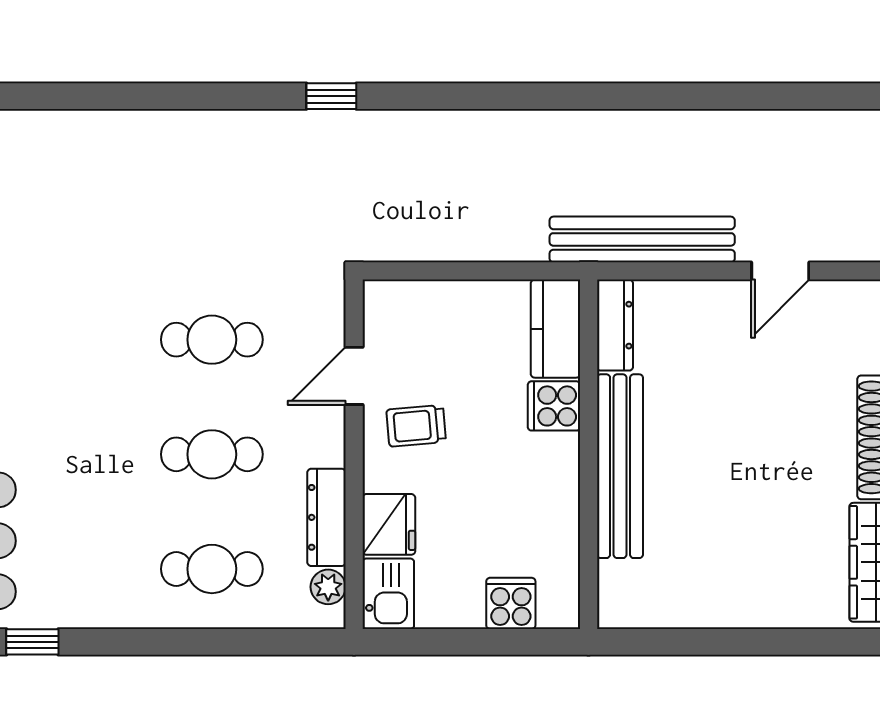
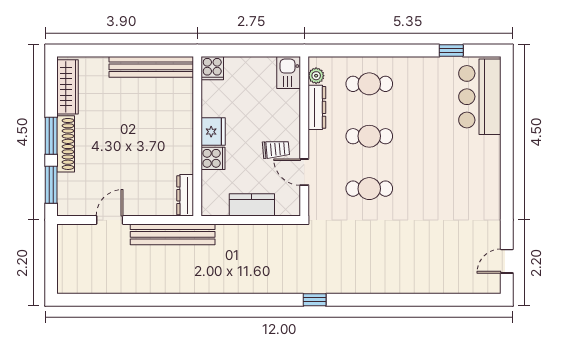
kitchen counter: (555, 329) -> (252, 205), moved, turned -90
door: (354, 376) -> (304, 172), swing flipped
bench: (620, 466) -> (151, 67), moved, turned 90
fridge: (389, 524) -> (213, 132), moved, turned 180
cooker: (511, 603) -> (212, 68), moved

